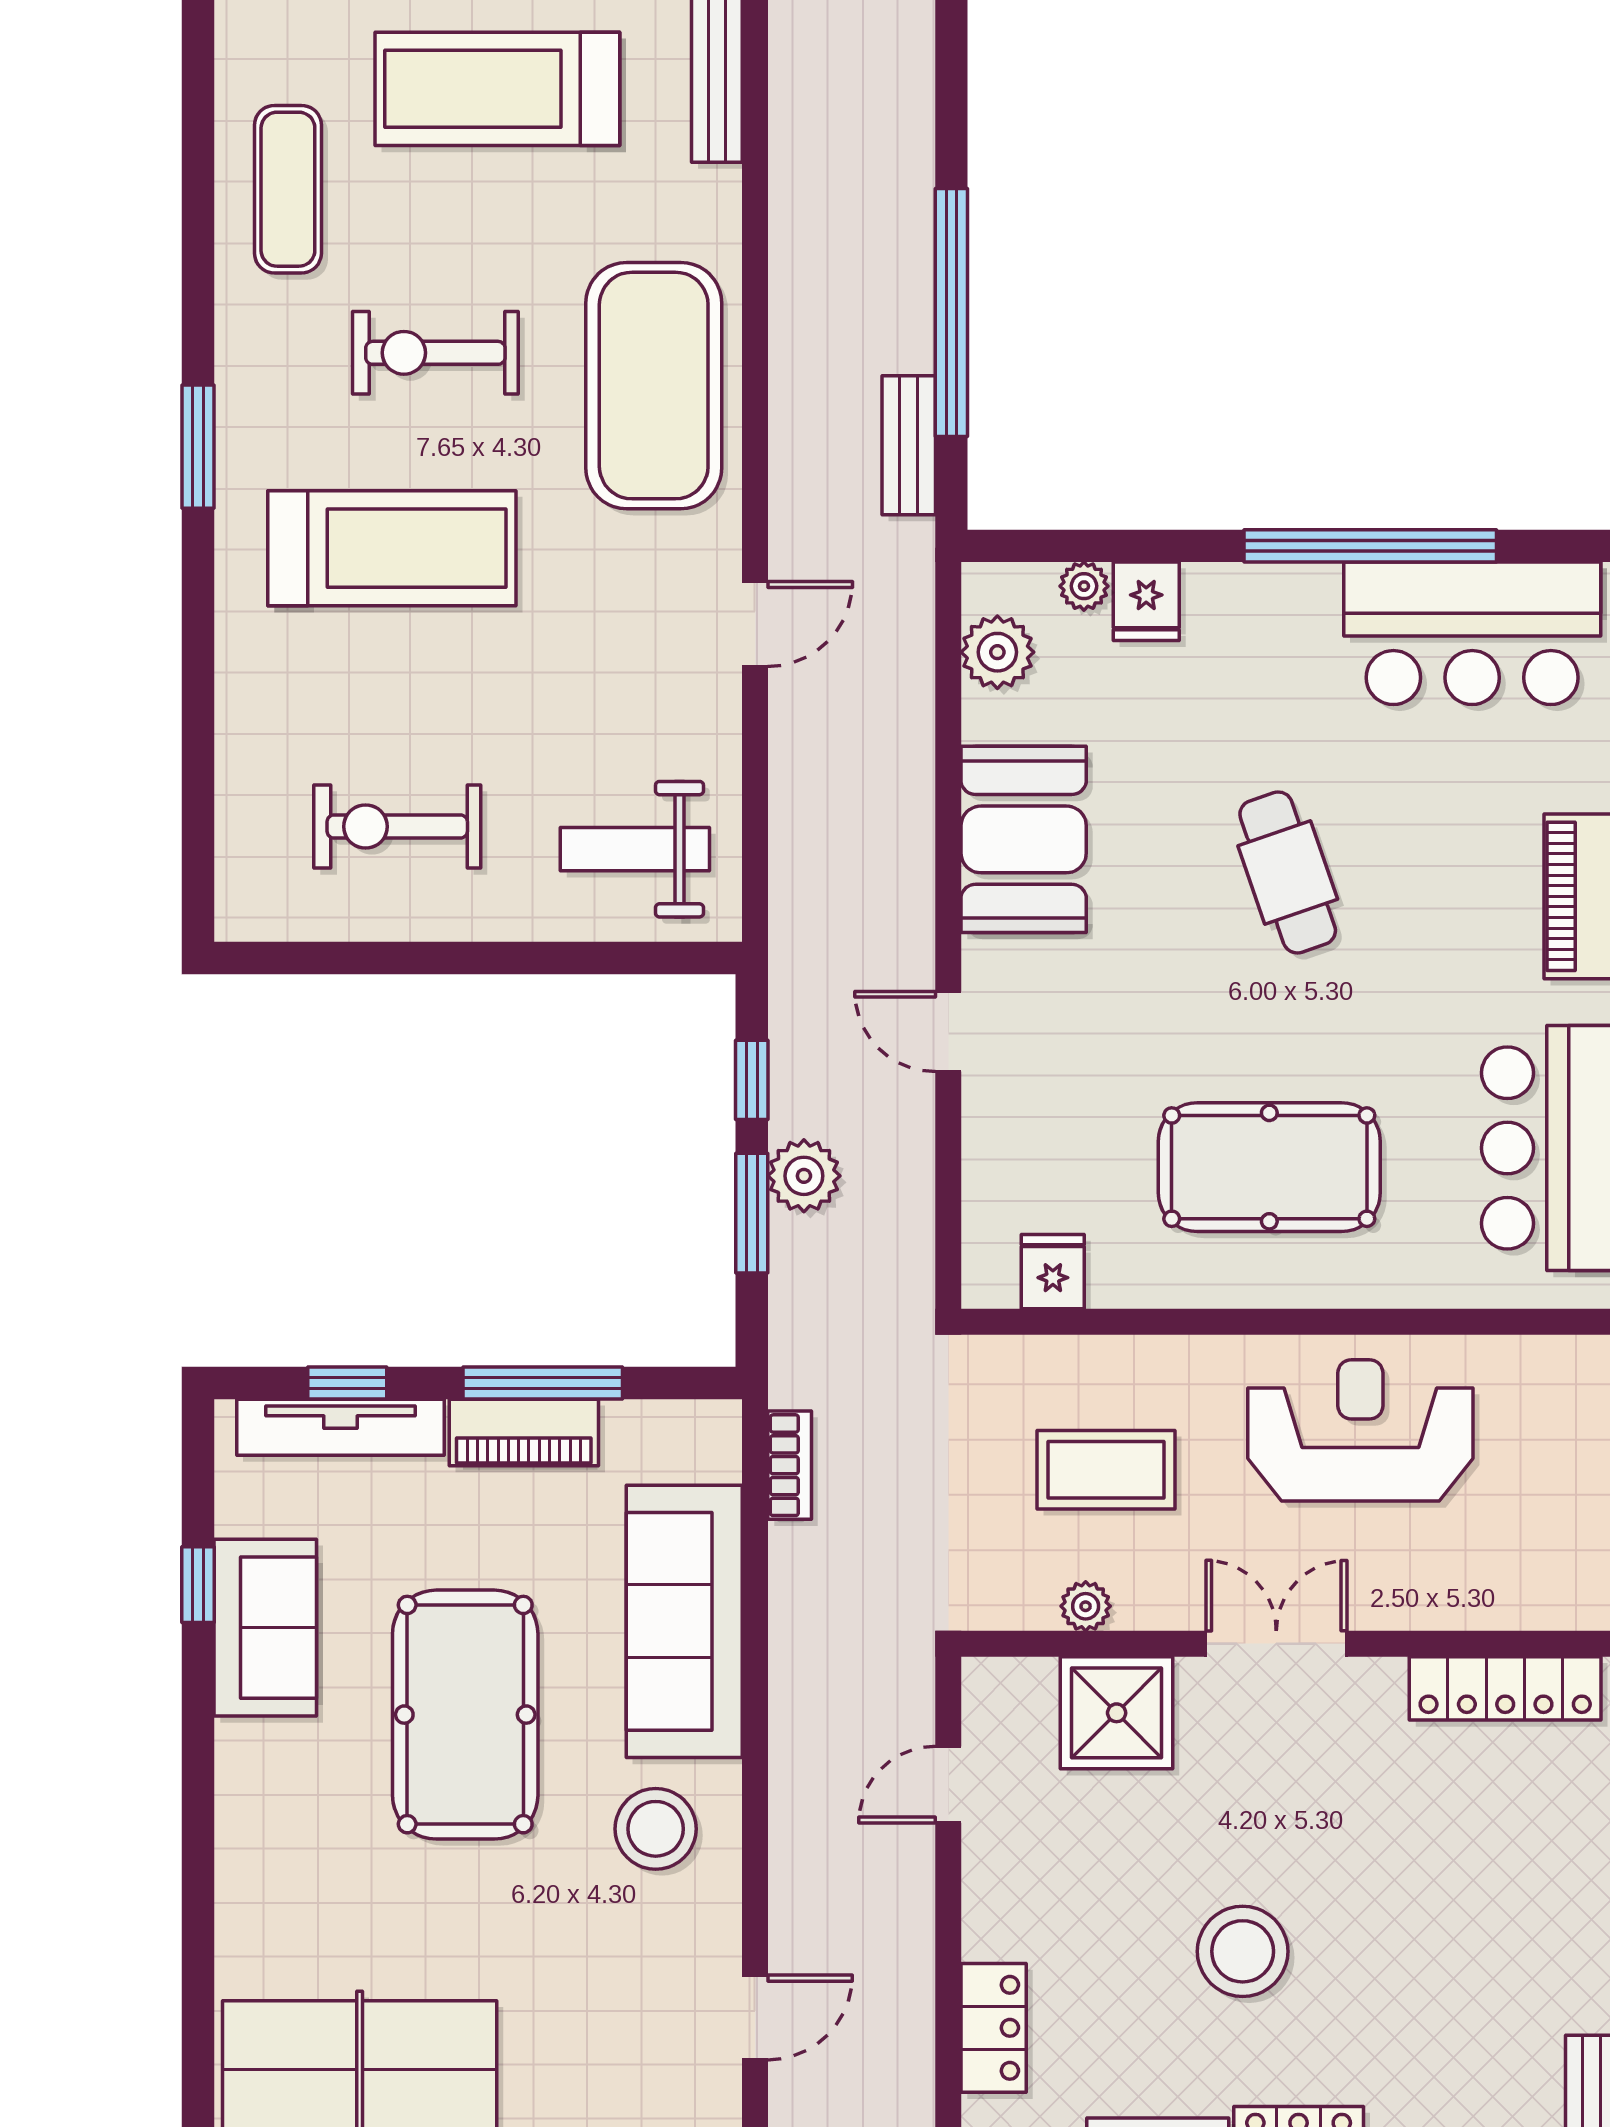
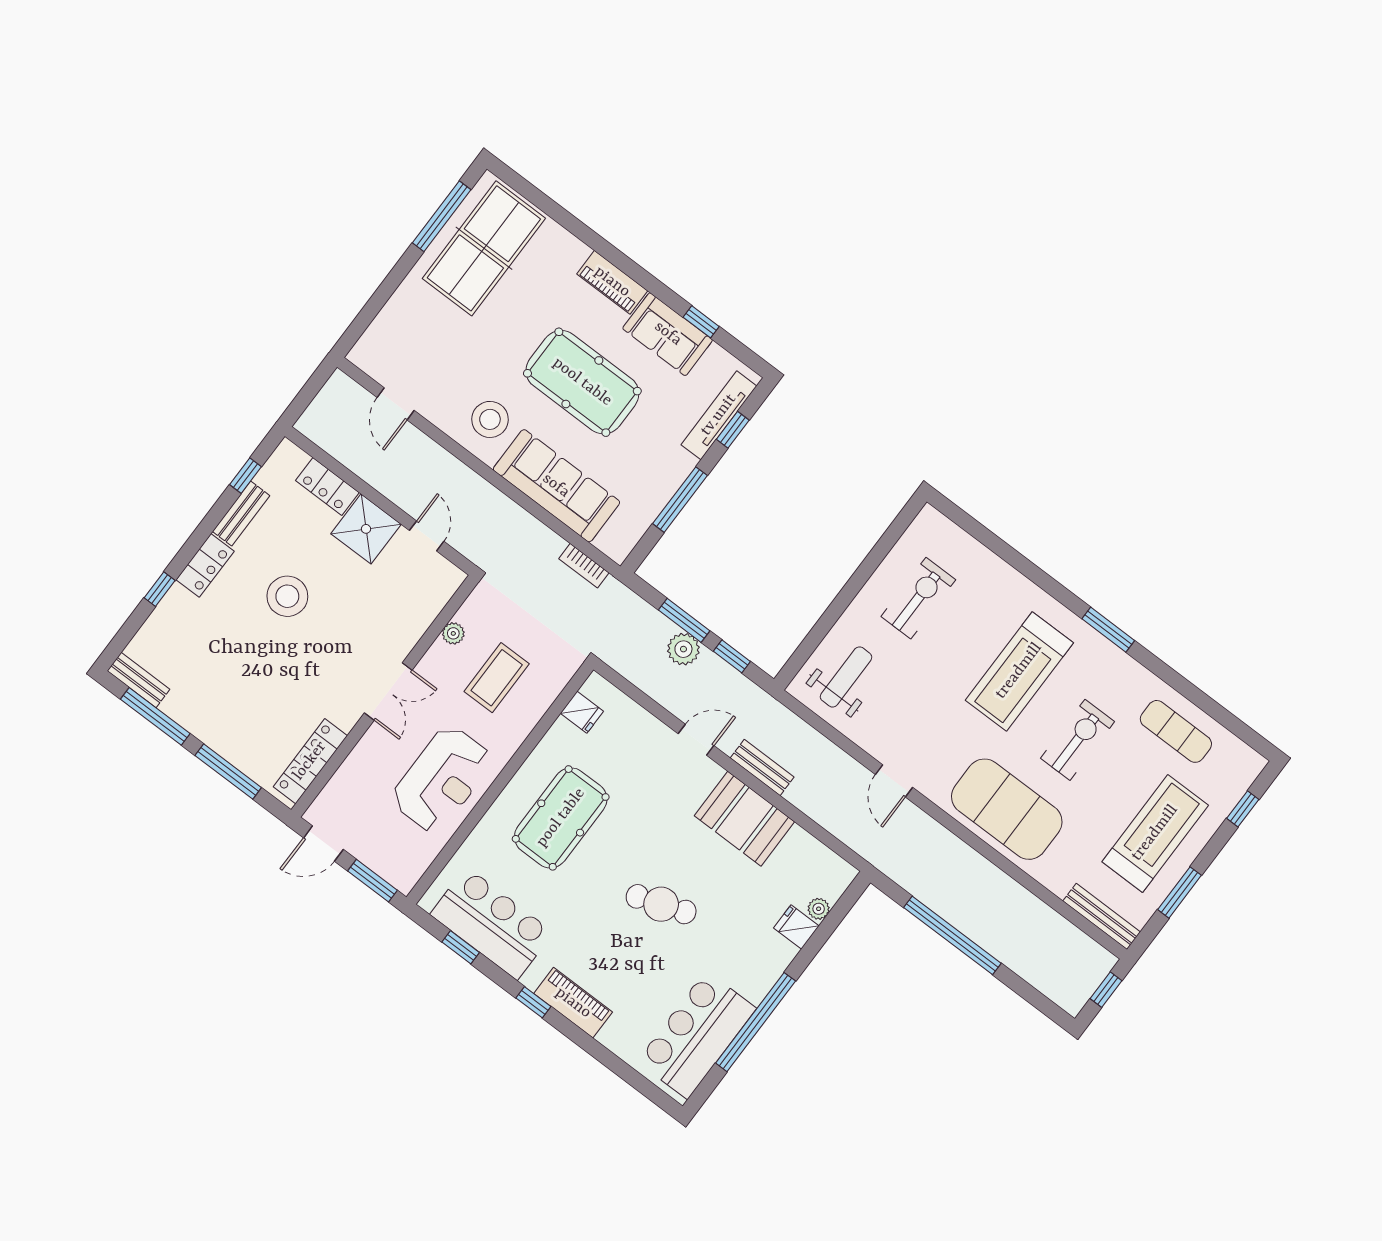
bench: (909, 445) -> (762, 768), moved
plant: (997, 652) -> (818, 860), removed
piano: (524, 1432) -> (612, 282), moved, turned -90
shower: (1117, 1713) -> (366, 529), moved

